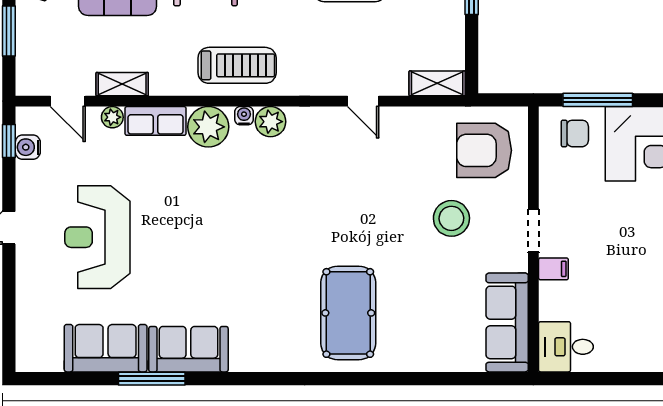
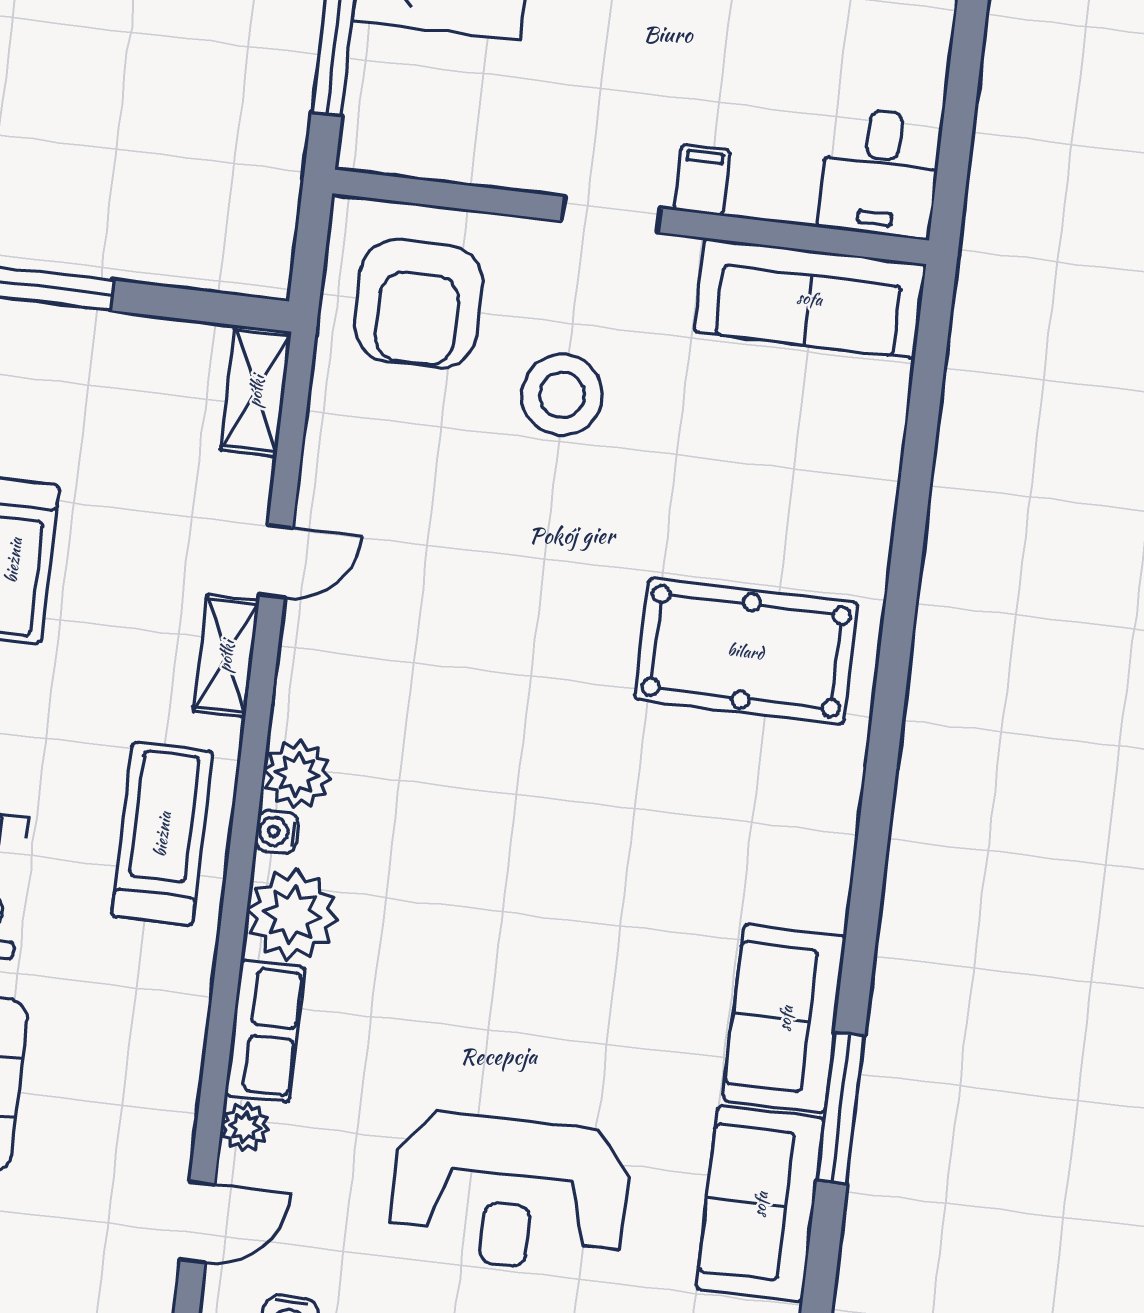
shelving: (122, 84) -> (226, 656), moved
chair: (575, 133) -> (405, 96), removed

